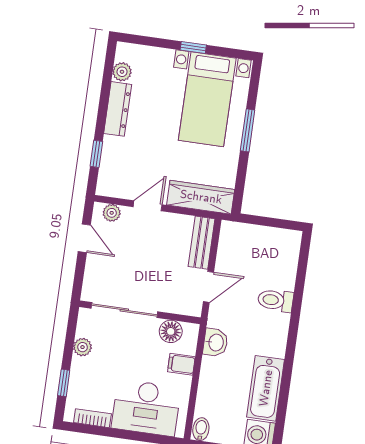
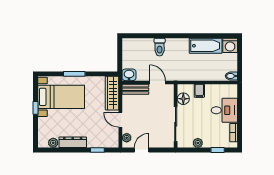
washbasin: (215, 342) -> (129, 75), moved
desk: (146, 408) -> (224, 110), width x0.73

